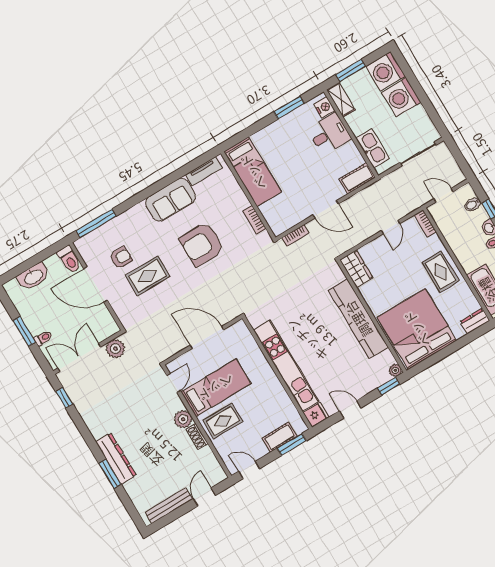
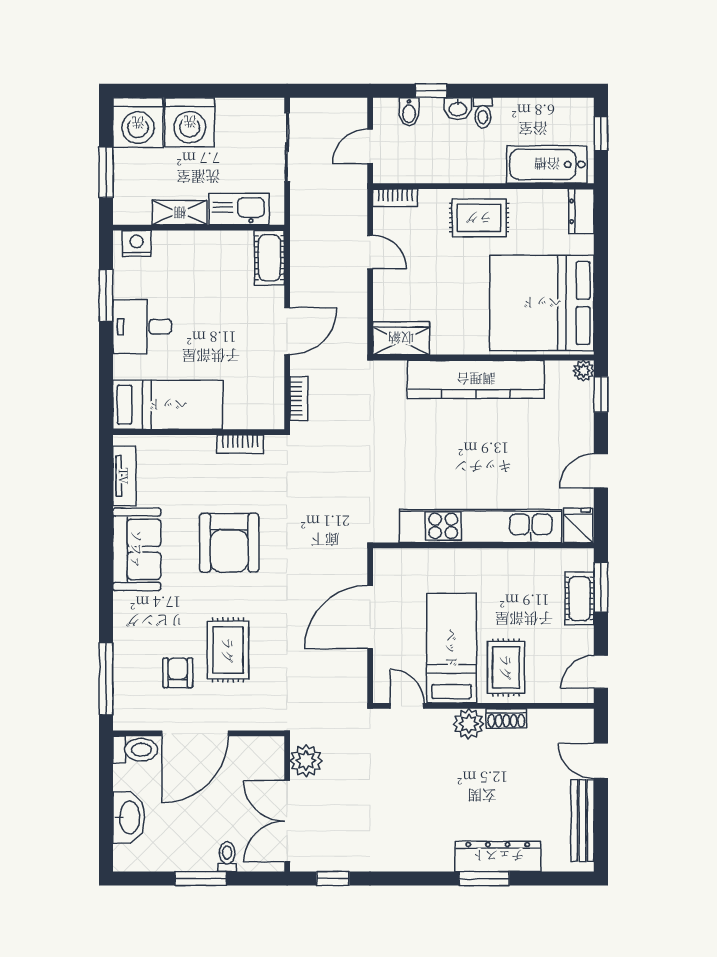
shelving: (341, 100) -> (180, 213), moved
desk: (329, 134) -> (142, 327), moved, turned -90
dresser: (116, 458) -> (498, 856), moved

